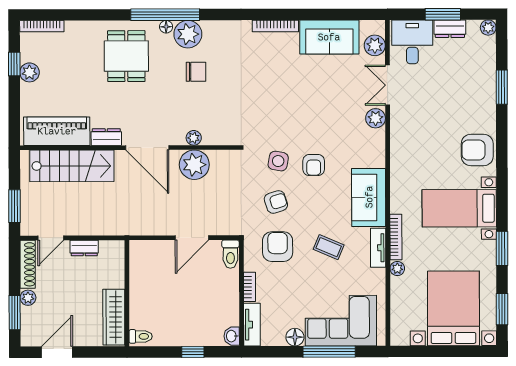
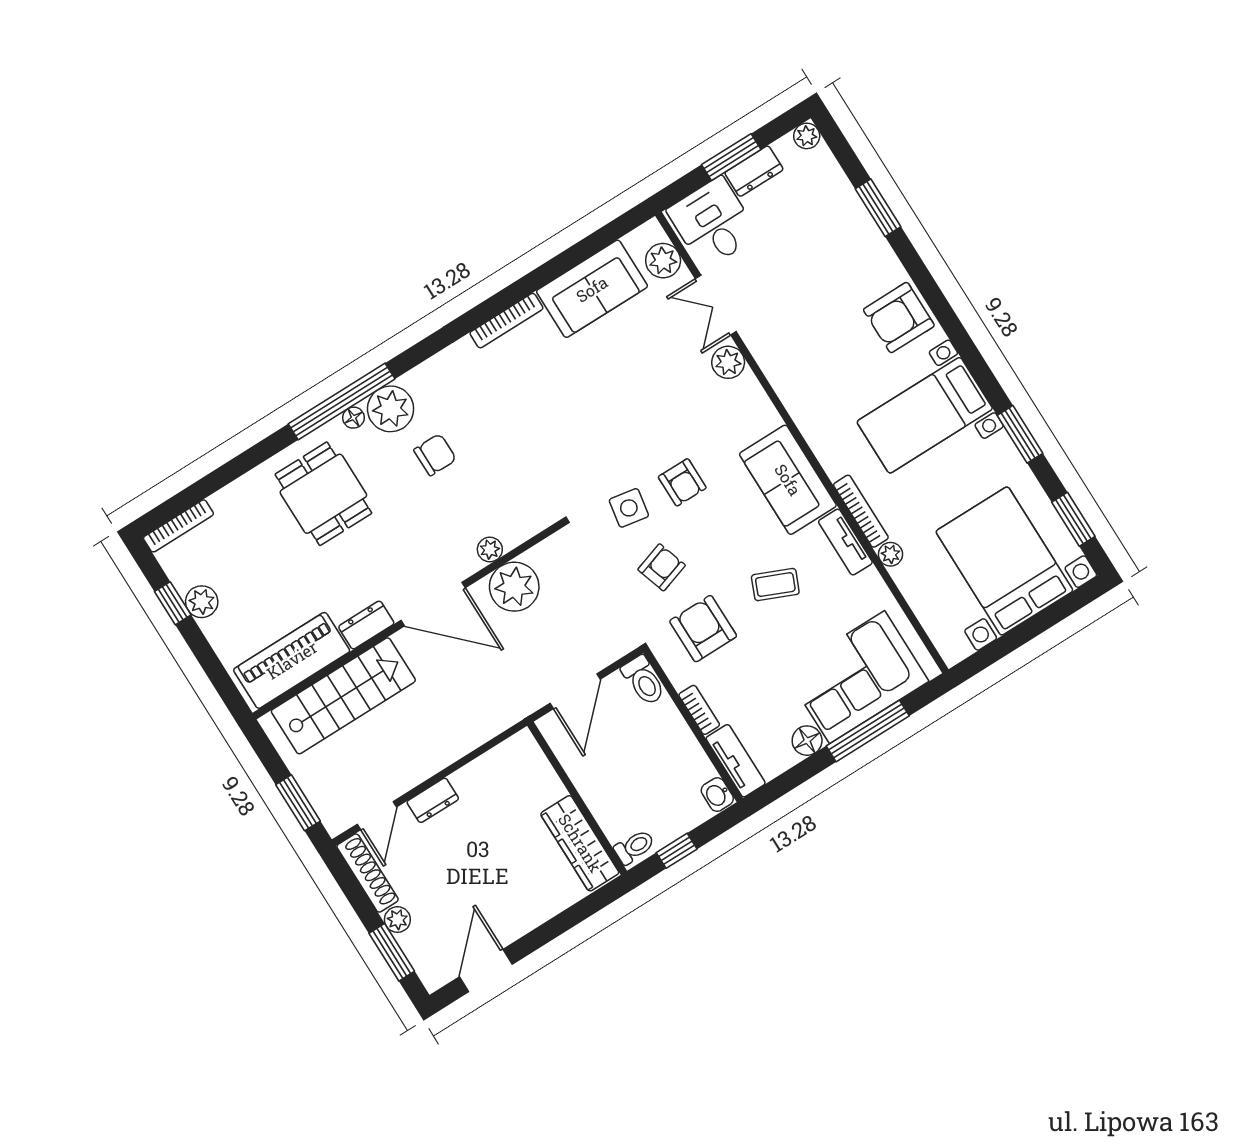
wall: (127, 293) -> (577, 798), moved
wardrobe: (114, 317) -> (580, 843), moved
toilet: (141, 336) -> (634, 847), moved

